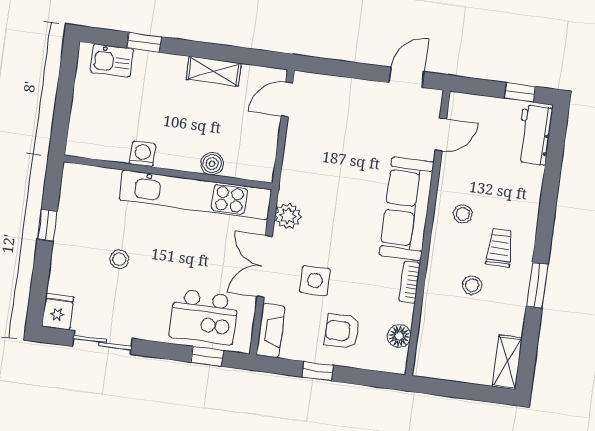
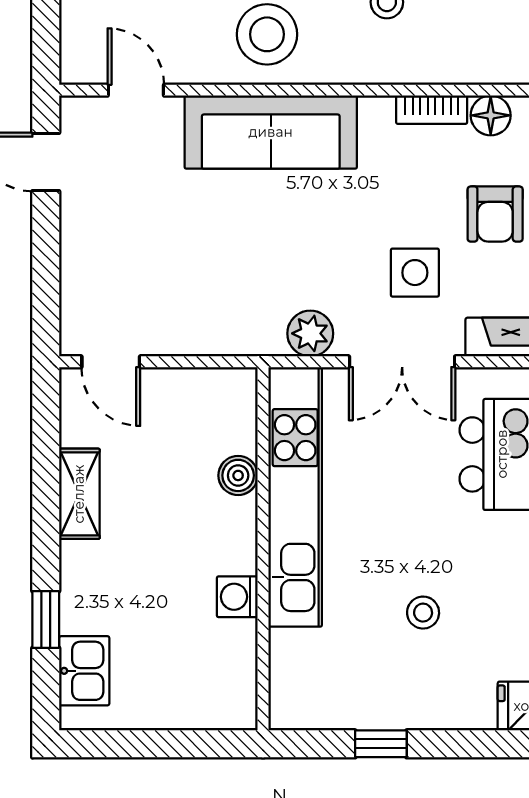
stool: (463, 214) -> (267, 34), width x1.89, depth x1.89
bookcase: (410, 282) -> (432, 110), moved

